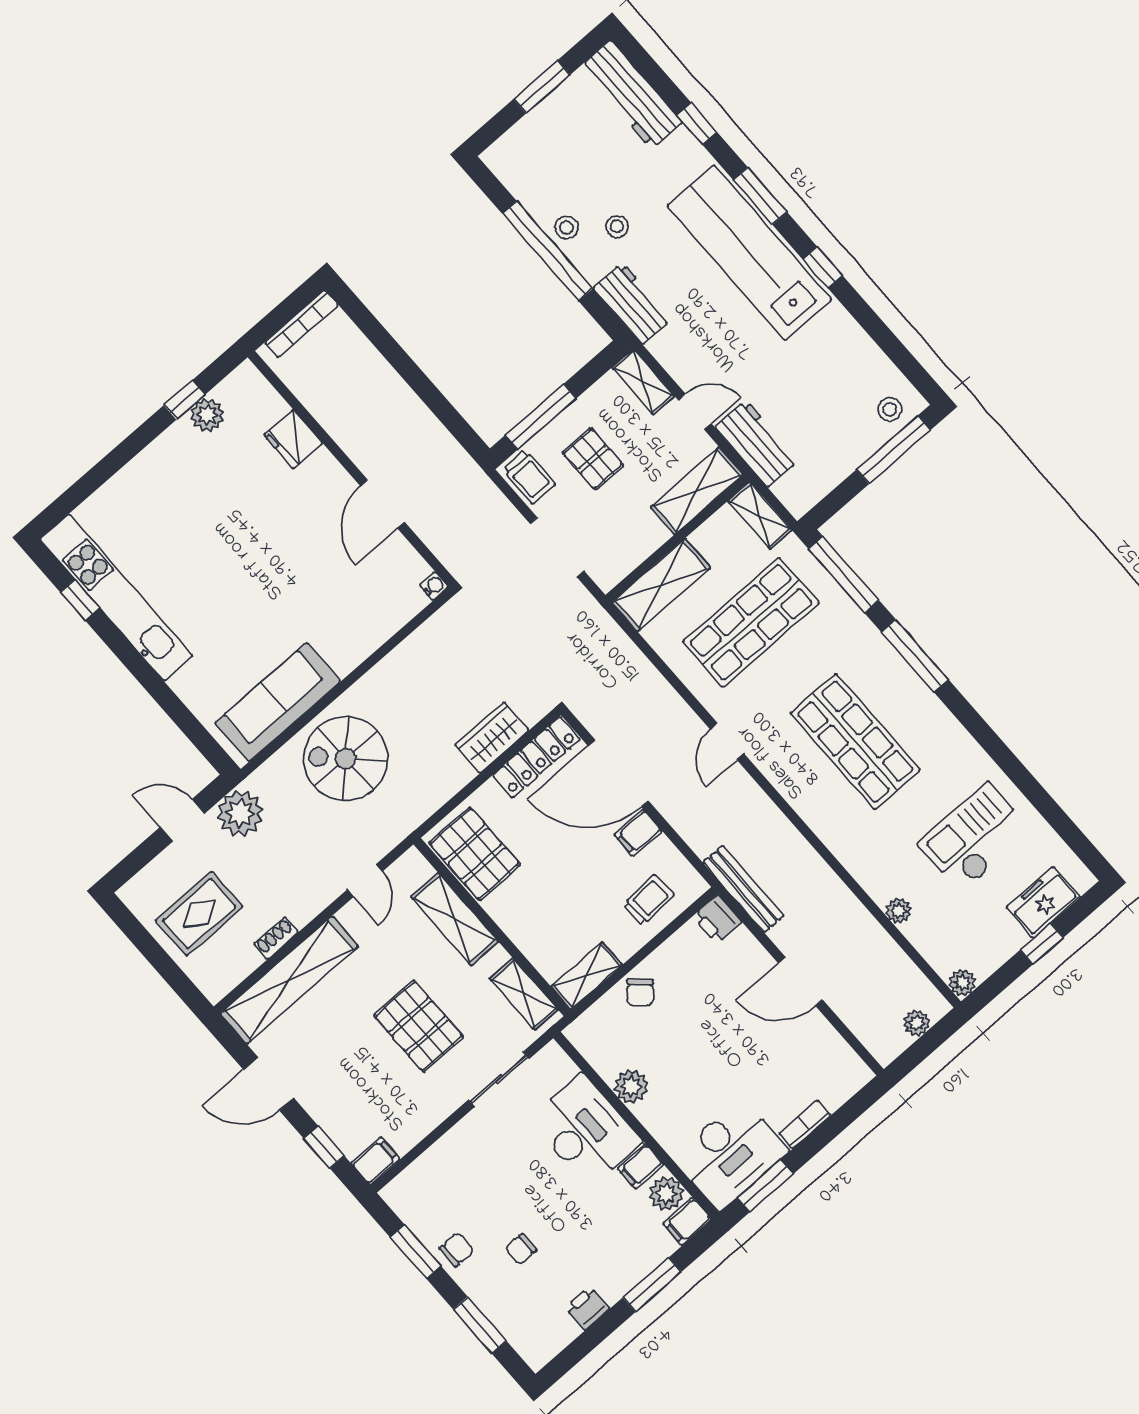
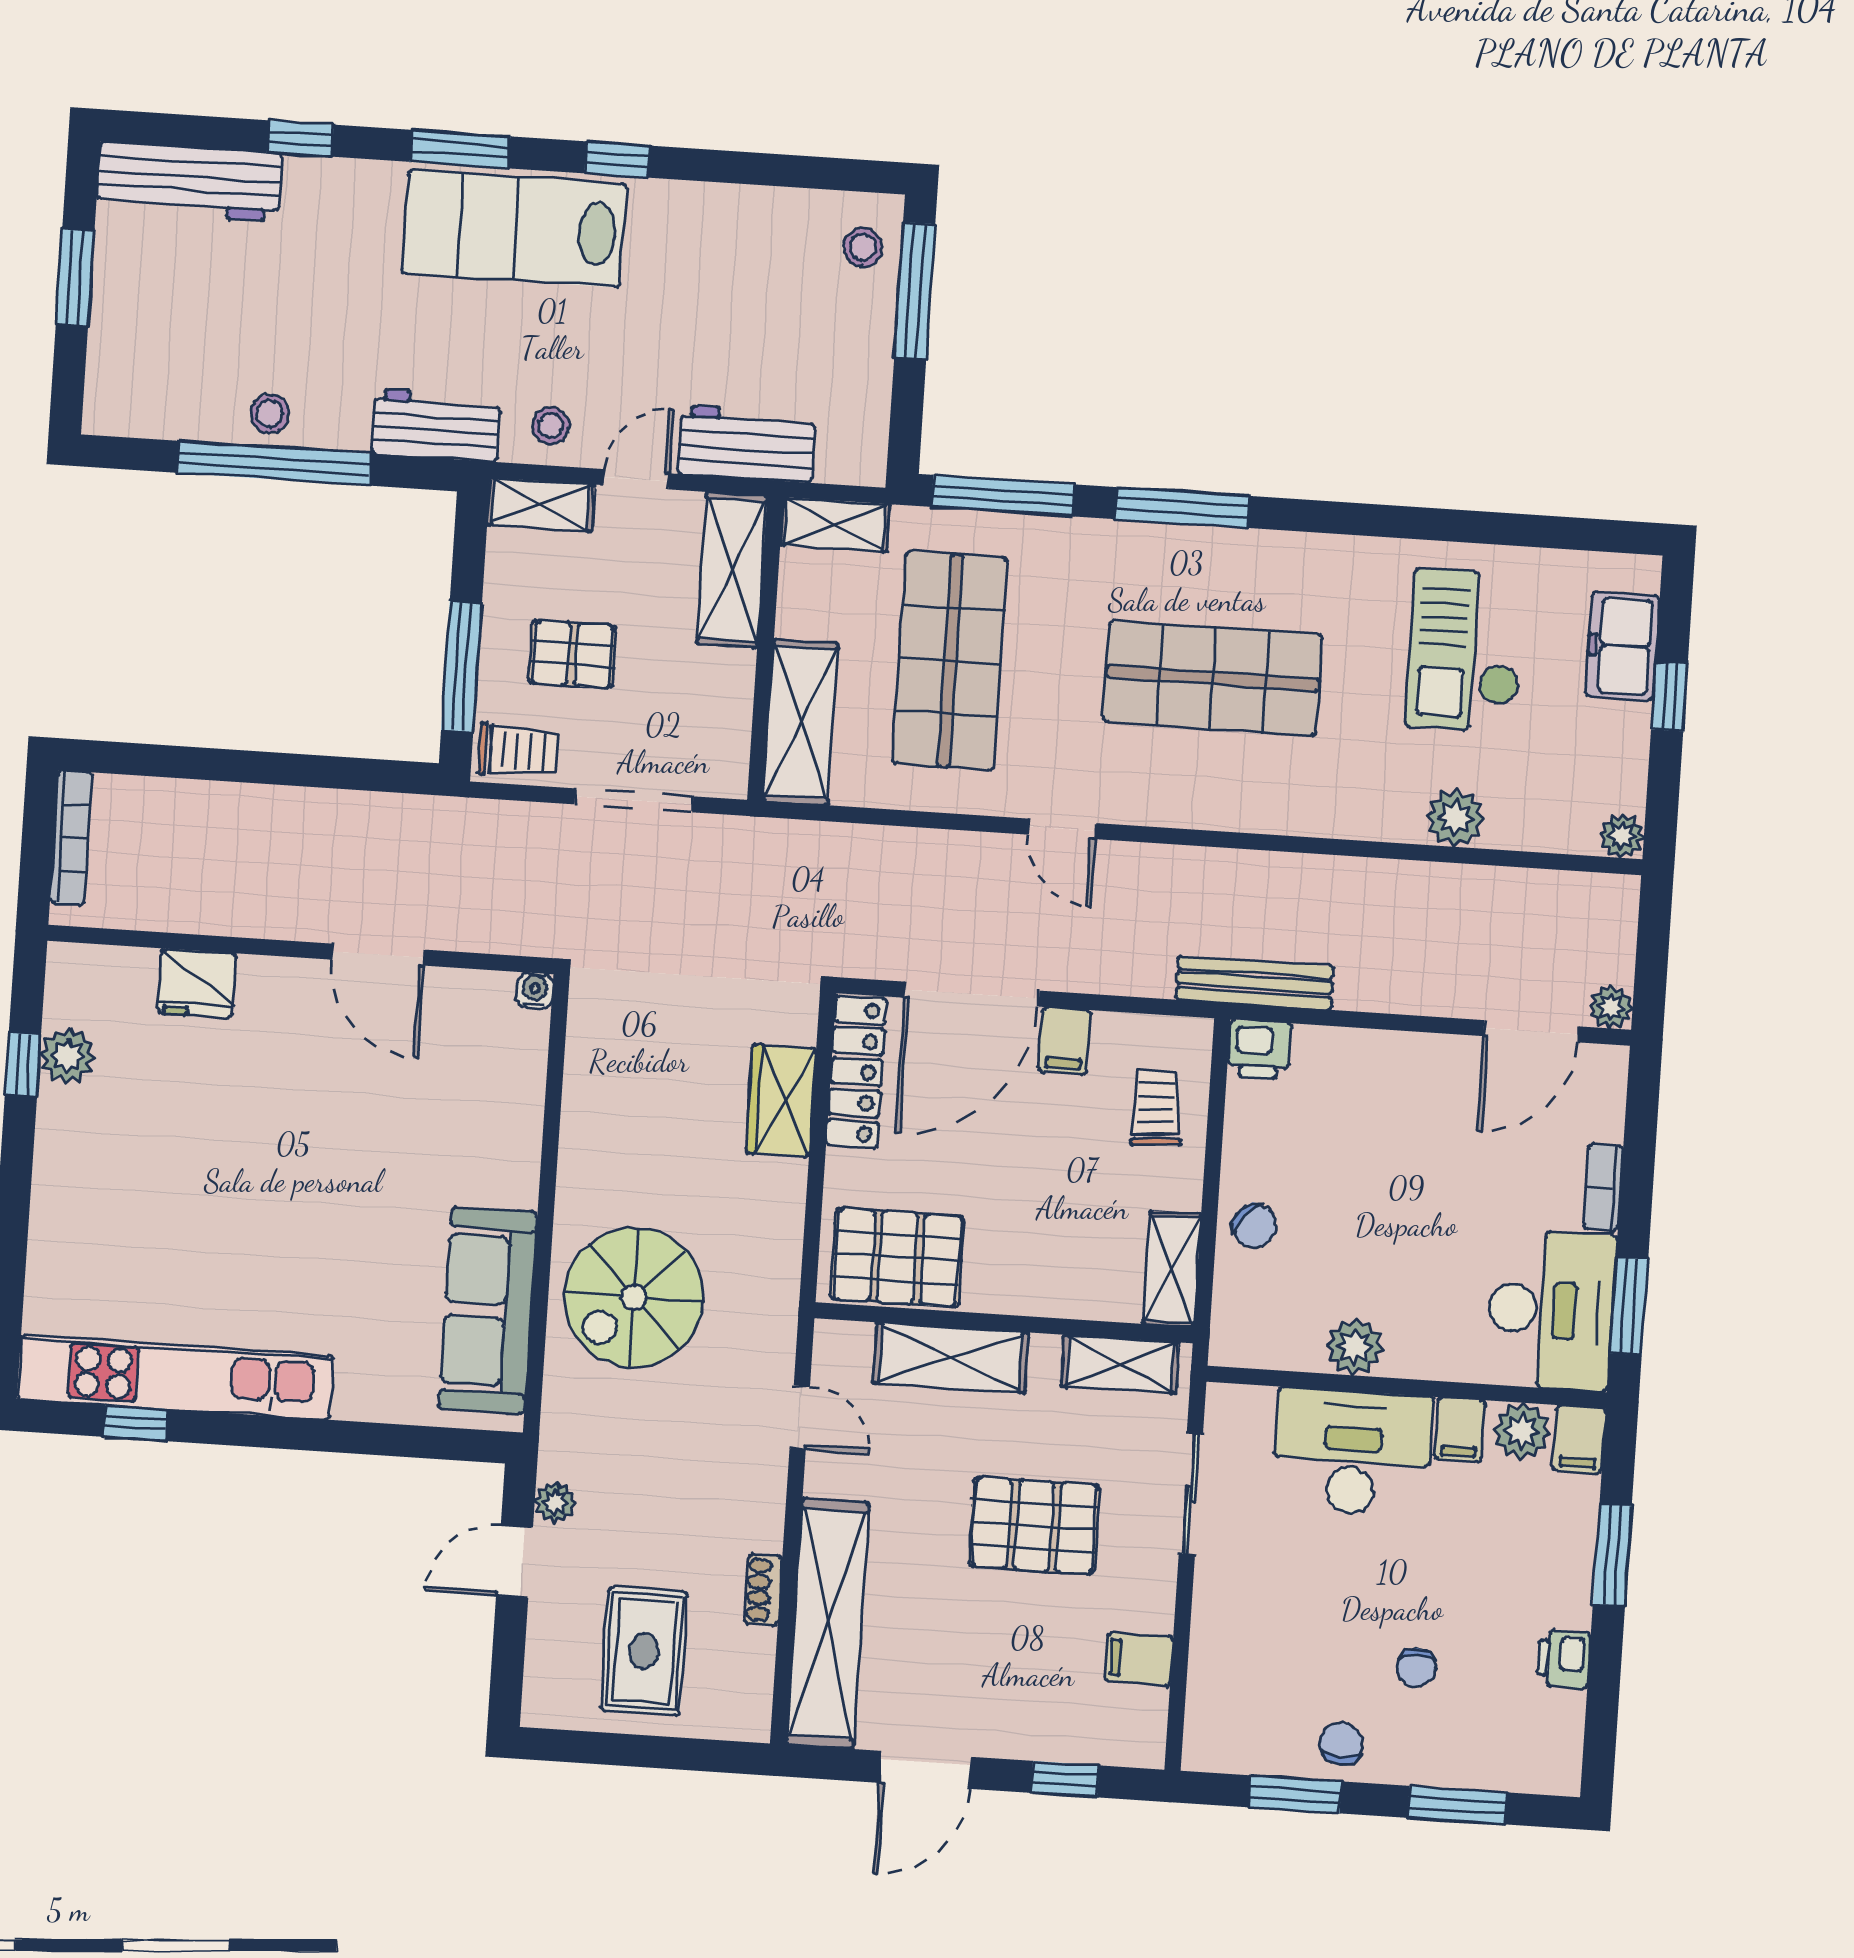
stool: (617, 227) -> (551, 426), moved
lab bench: (749, 253) -> (514, 229), width x0.73
plant: (240, 813) -> (555, 1502), width x0.53, depth x0.53
plant: (899, 911) -> (1455, 818), width x1.38, depth x1.38
door: (801, 982) -> (1531, 1031), moved
plant: (917, 1023) -> (1611, 1007), moved
filing cabinet: (375, 1161) -> (1139, 1659), moved, turned -90

